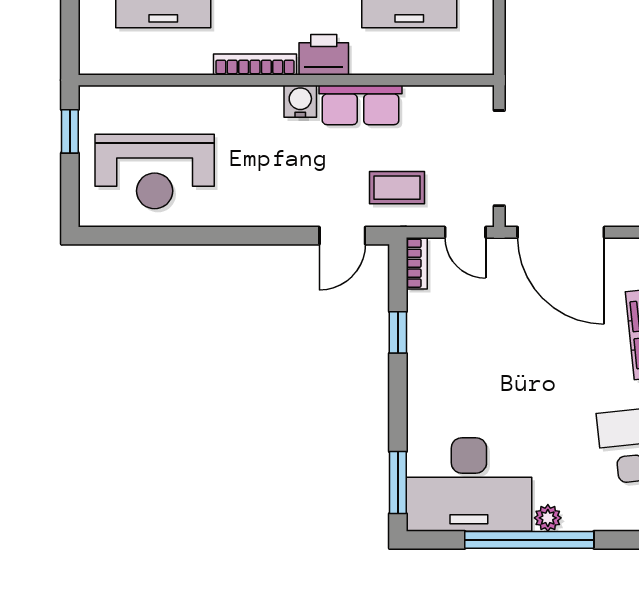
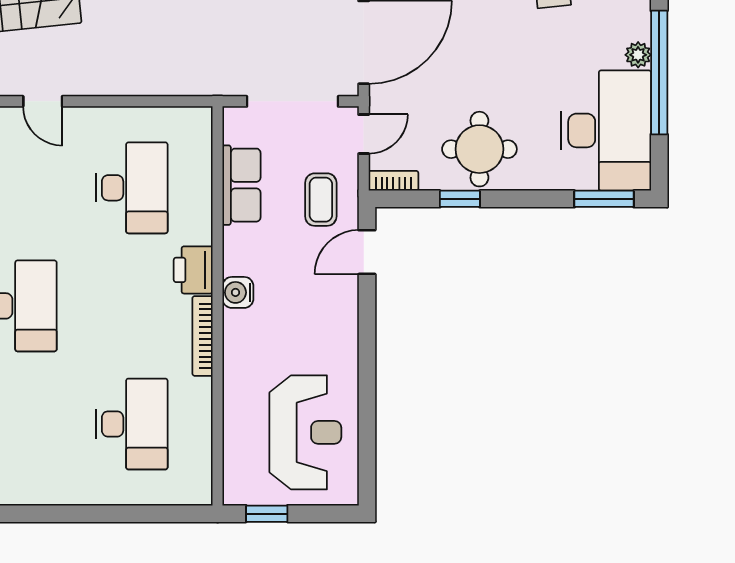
row of seats: (361, 105) -> (242, 185), moved
door: (342, 236) -> (367, 252), swing flipped
round table: (450, 353) -> (479, 149), added

